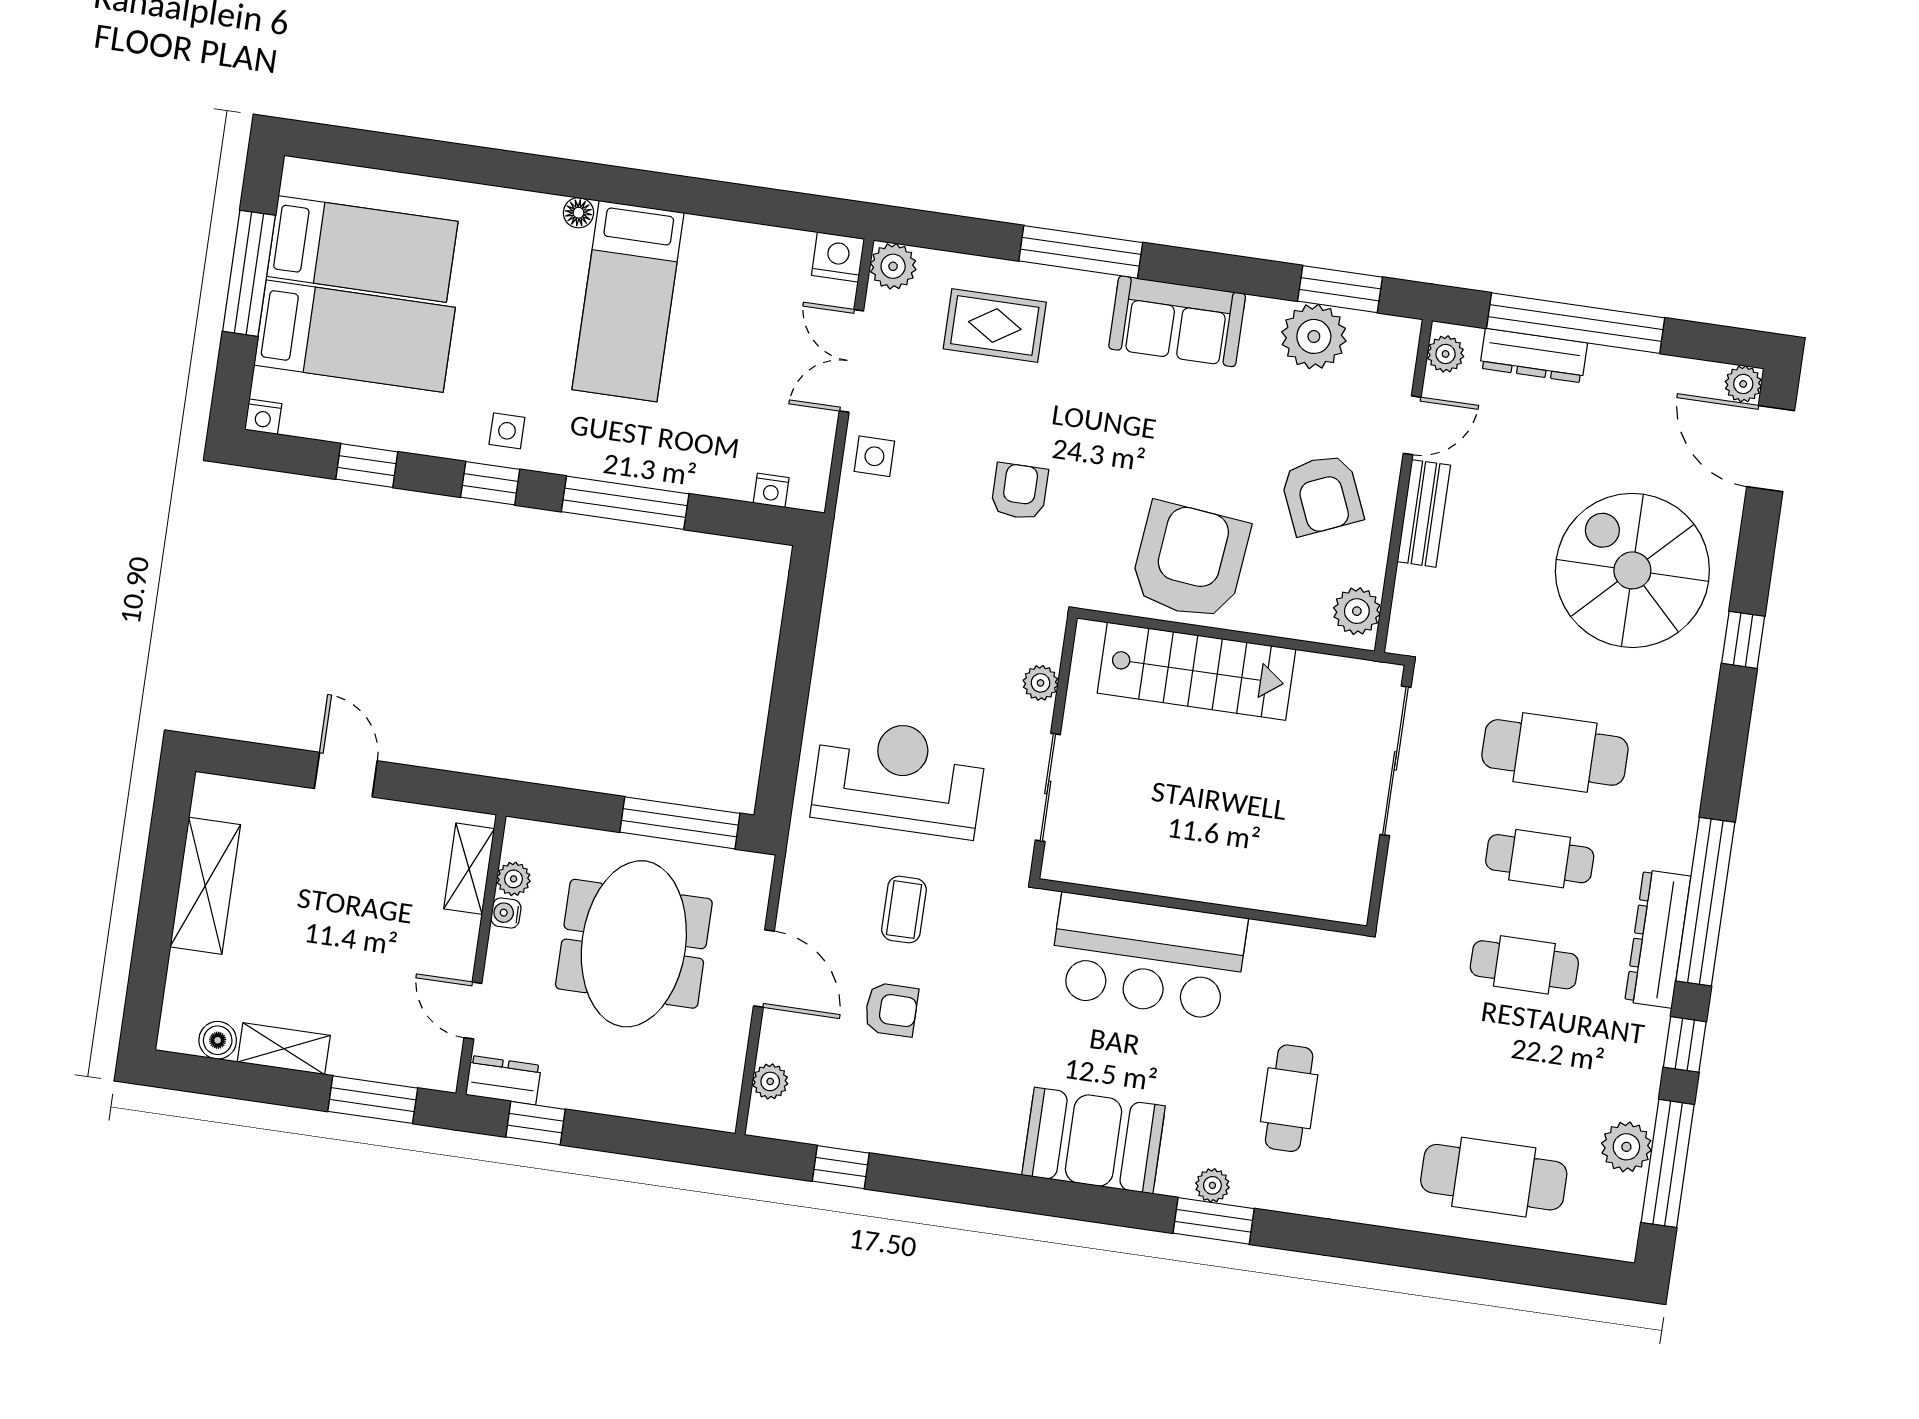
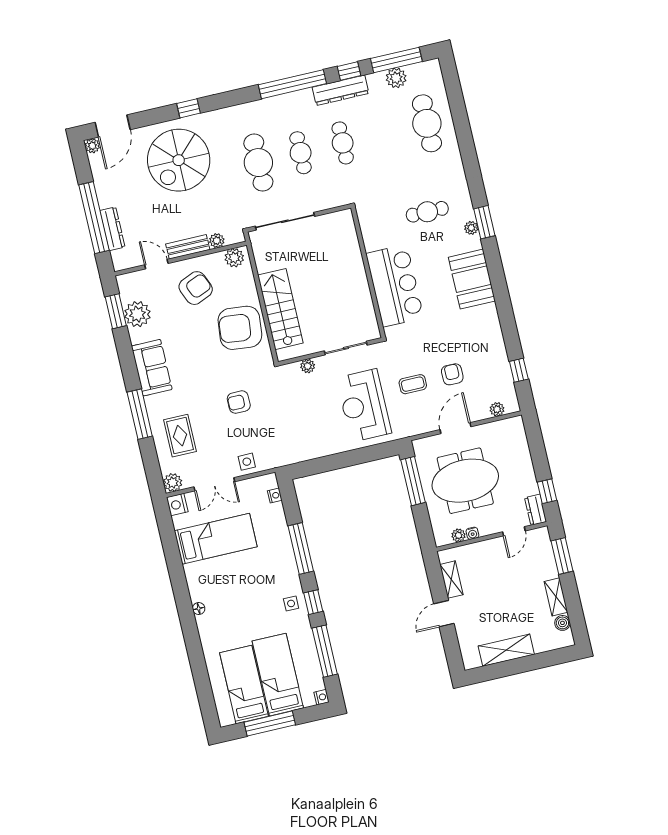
bed: (628, 301) -> (216, 539), moved
plant: (1446, 354) -> (217, 241), moved
window: (367, 466) -> (325, 651), width x2.17
shelving: (469, 869) -> (451, 580), moved, turned 90
dresser: (1658, 939) -> (340, 90), moved

